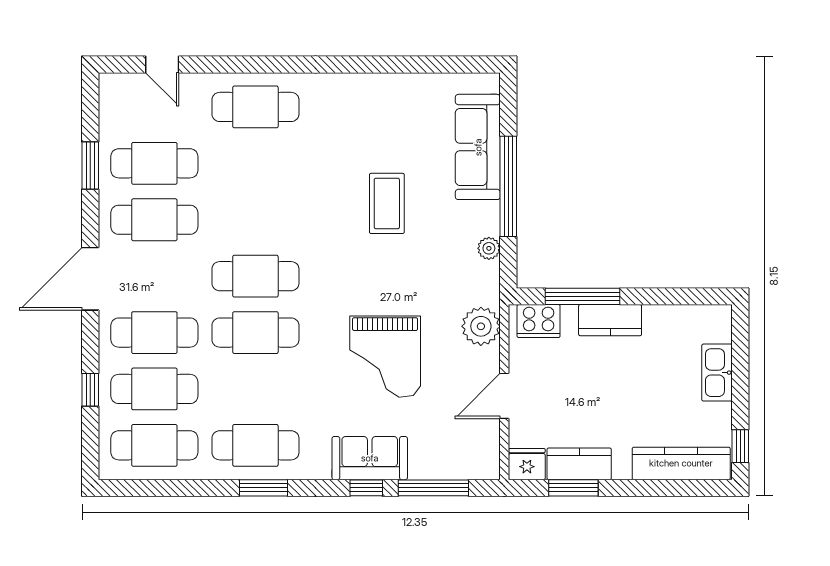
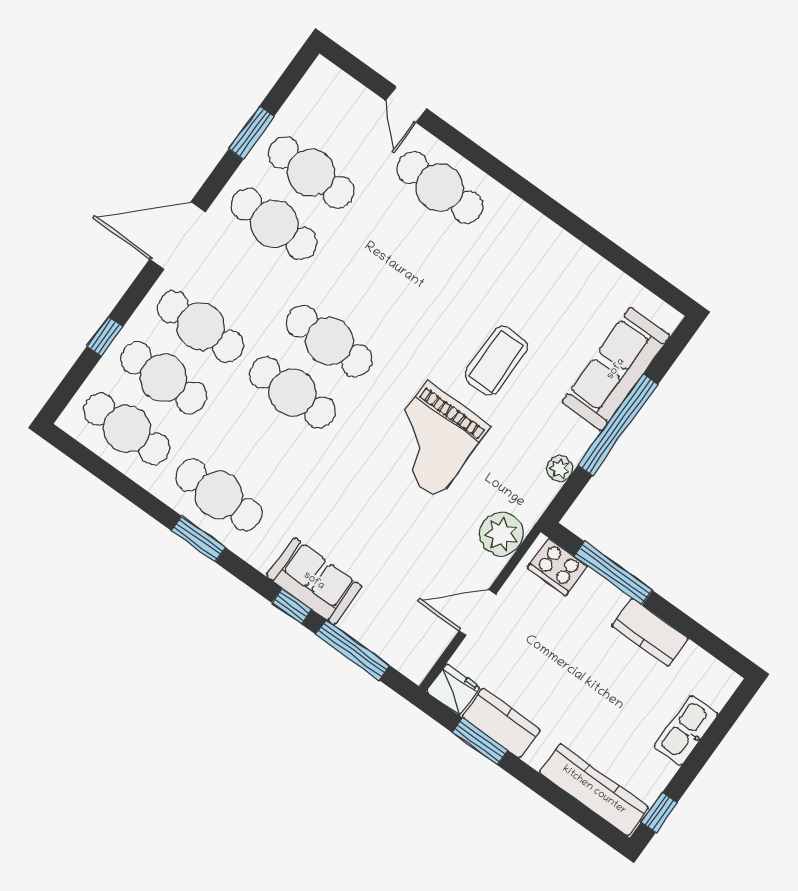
door: (162, 64) -> (406, 105), moved
kitchen counter: (610, 320) -> (650, 632), moved
grand piano: (385, 357) -> (433, 440), moved

